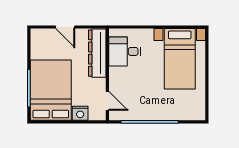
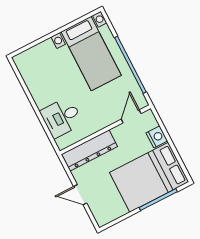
door: (65, 27) -> (80, 195), swing flipped
desk: (125, 51) -> (62, 117), moved, turned 90
bed with nightstands: (180, 59) -> (91, 54), moved, turned 90

